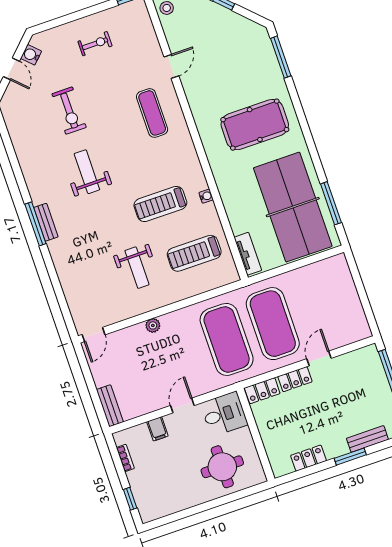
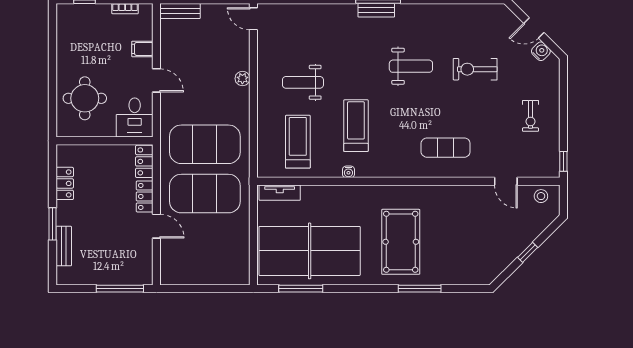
window: (281, 57) -> (420, 289), moved
door: (171, 66) -> (506, 181), moved

